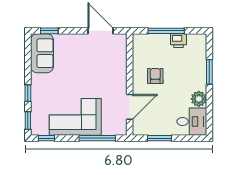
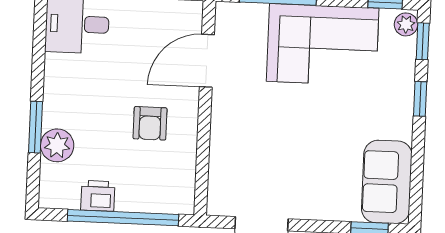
window: (166, 31) -> (123, 218), width x1.46
plant: (199, 99) -> (57, 145), moved
plant: (36, 128) -> (406, 24), added

